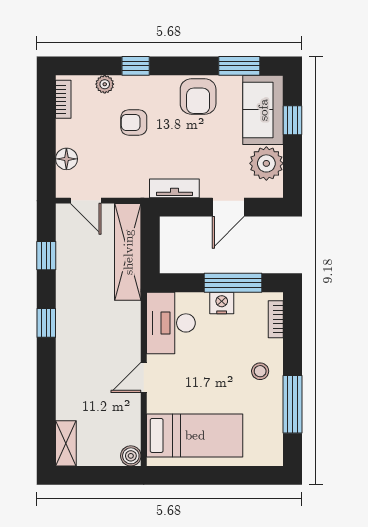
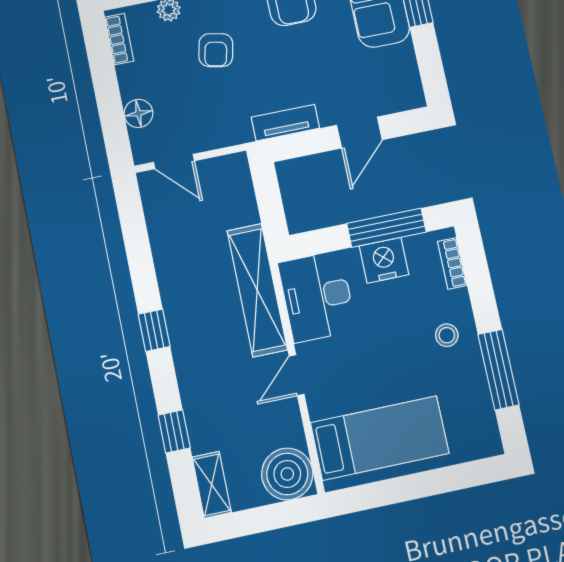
armchair: (134, 122) -> (216, 50), turned -78
plant: (266, 163) -> (396, 67), removed
shelving: (128, 252) -> (257, 290), moved
window: (46, 256) -> (174, 432), moved
nightstand: (222, 303) -> (384, 260), width x1.36, depth x1.33
boiler: (131, 456) -> (287, 474), width x1.86, depth x1.86

